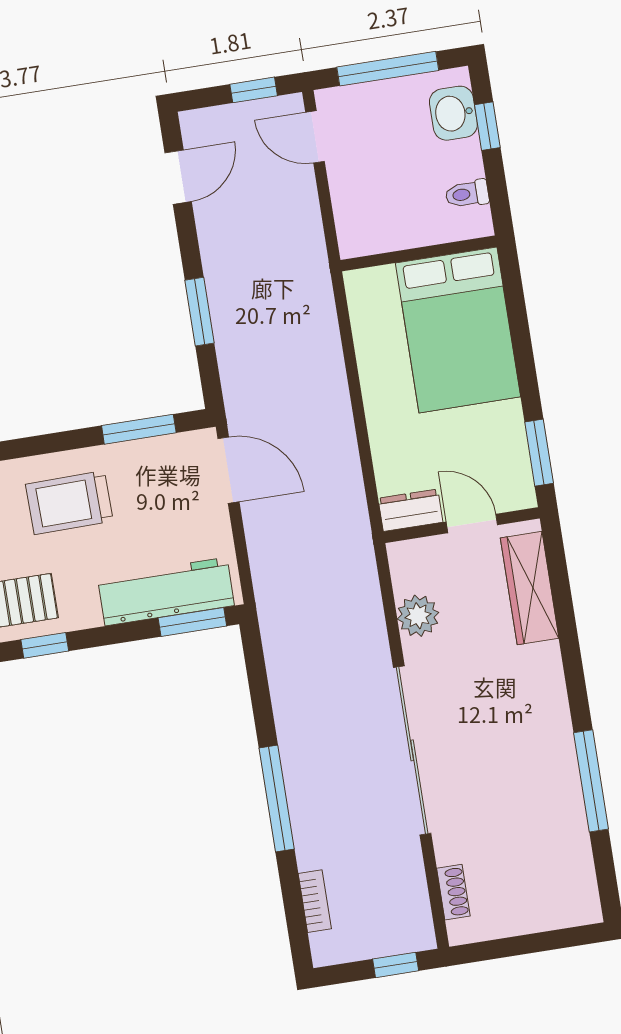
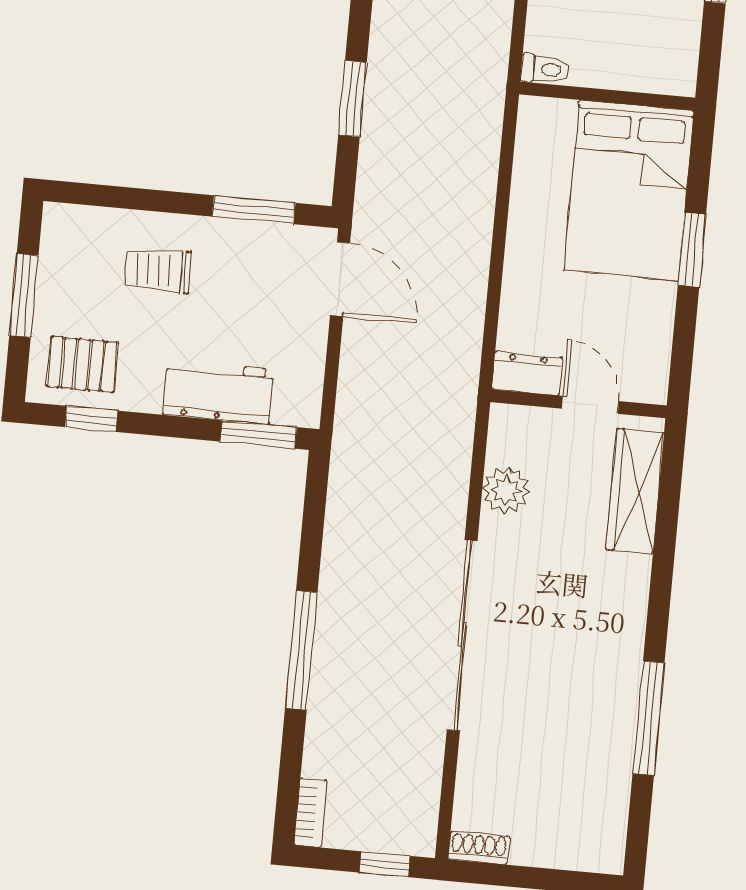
toilet: (467, 194) -> (545, 69), moved, turned 180
window: (539, 453) -> (692, 250), moved
trolley: (69, 503) -> (158, 270), width x0.73, depth x0.72
workbench: (166, 591) -> (218, 392), width x0.73
shoe rack: (453, 892) -> (479, 848), moved, turned -90
bookcase: (315, 901) -> (311, 813), moved

